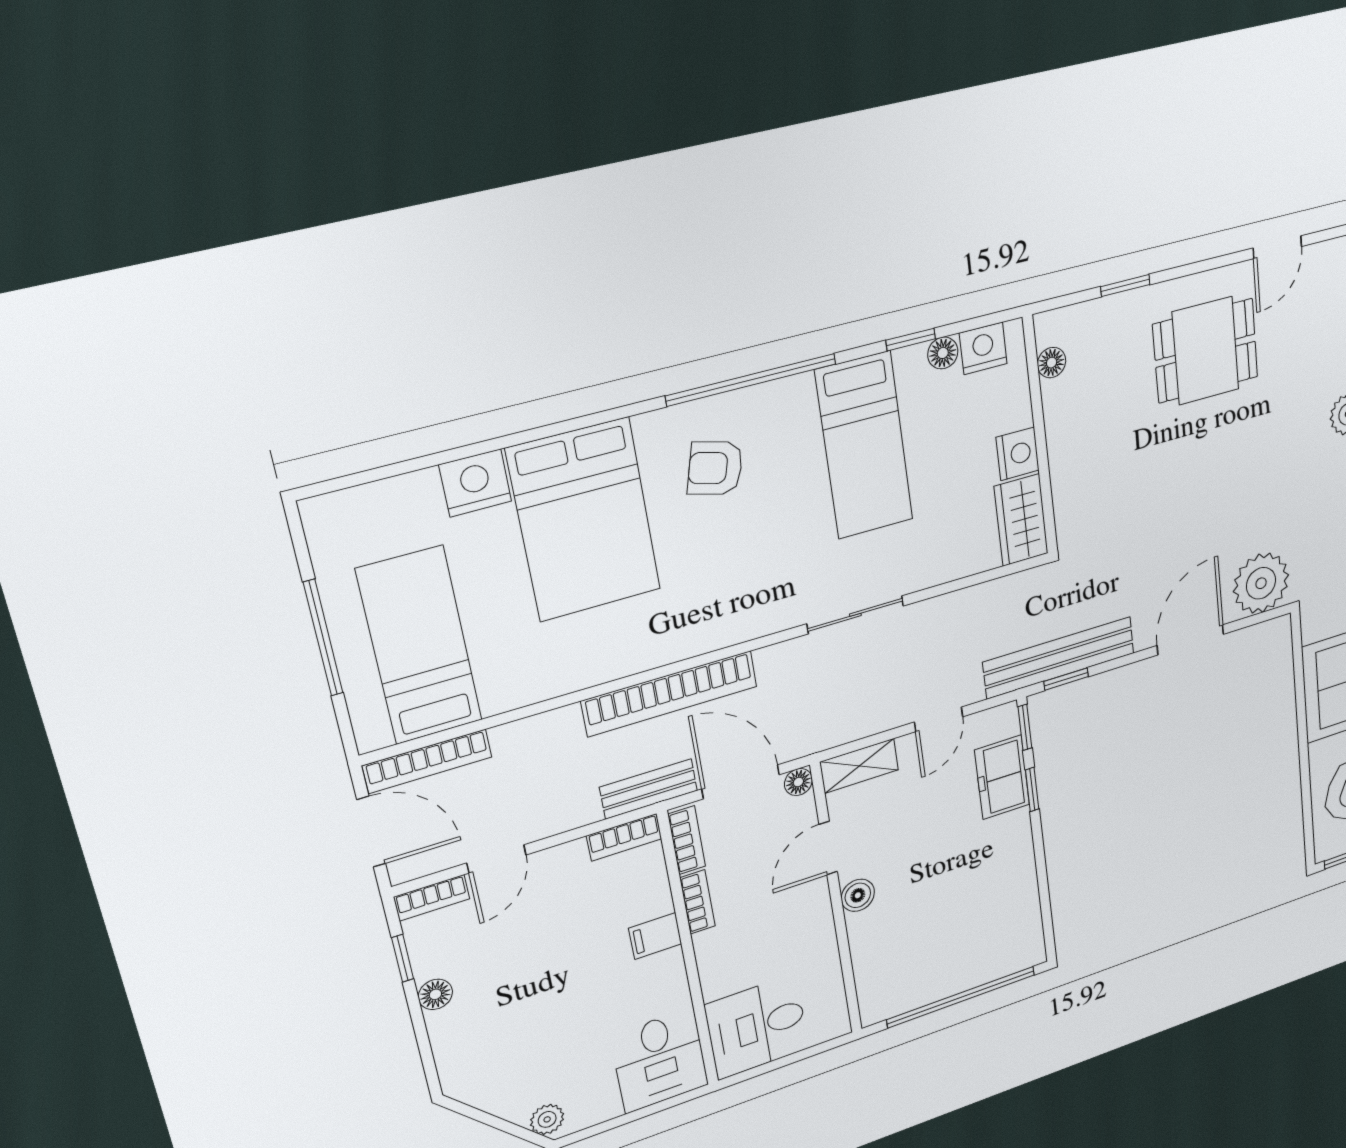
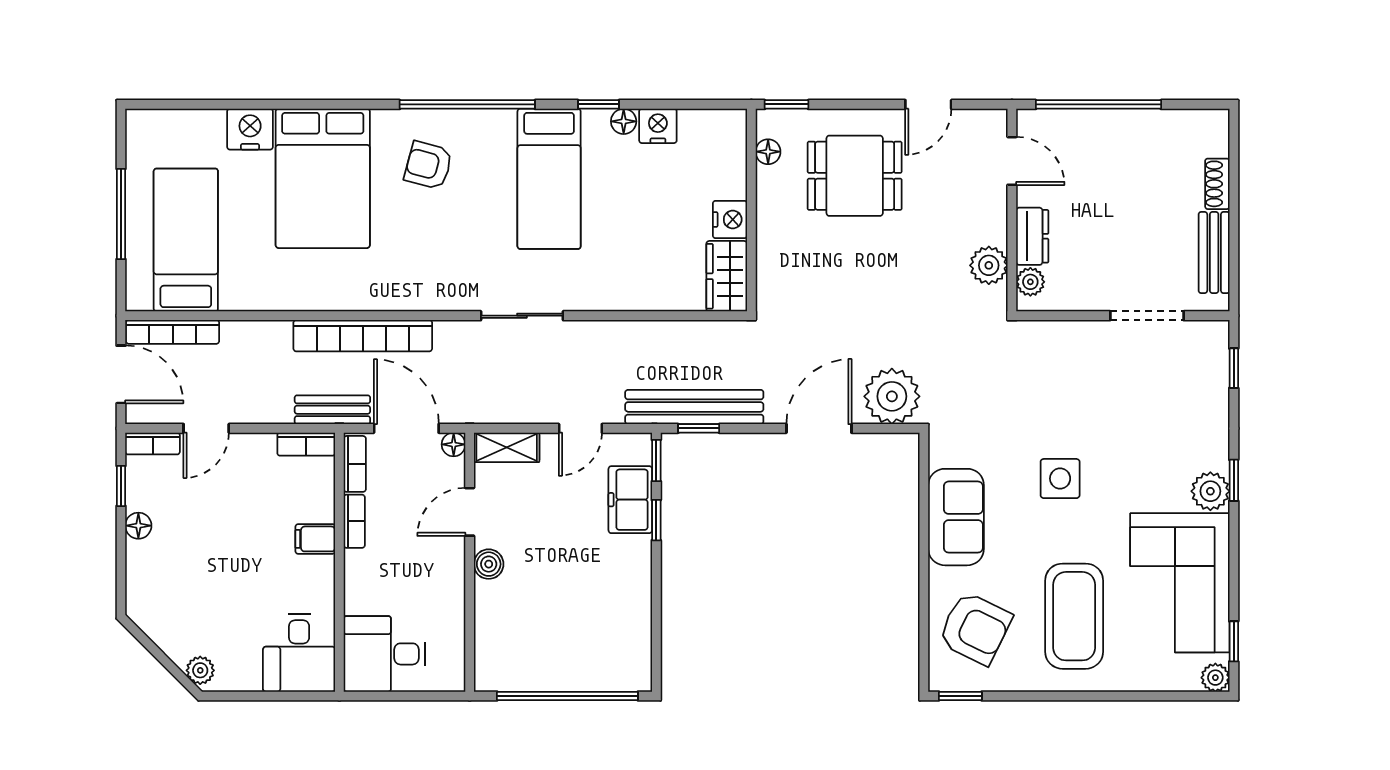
floor lamp: (1052, 363) -> (768, 152), moved
wall: (1040, 436) -> (751, 210), moved
nightstand: (1018, 454) -> (730, 220), moved
wardrobe: (1021, 520) -> (727, 276), moved

